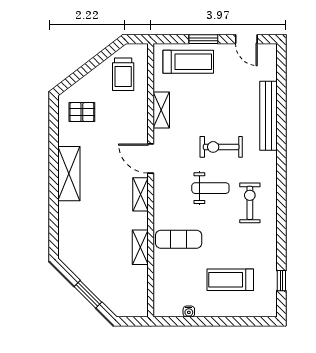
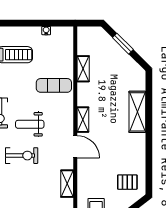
shelving: (69, 174) -> (137, 112), moved
shelving: (140, 247) -> (83, 69), moved

